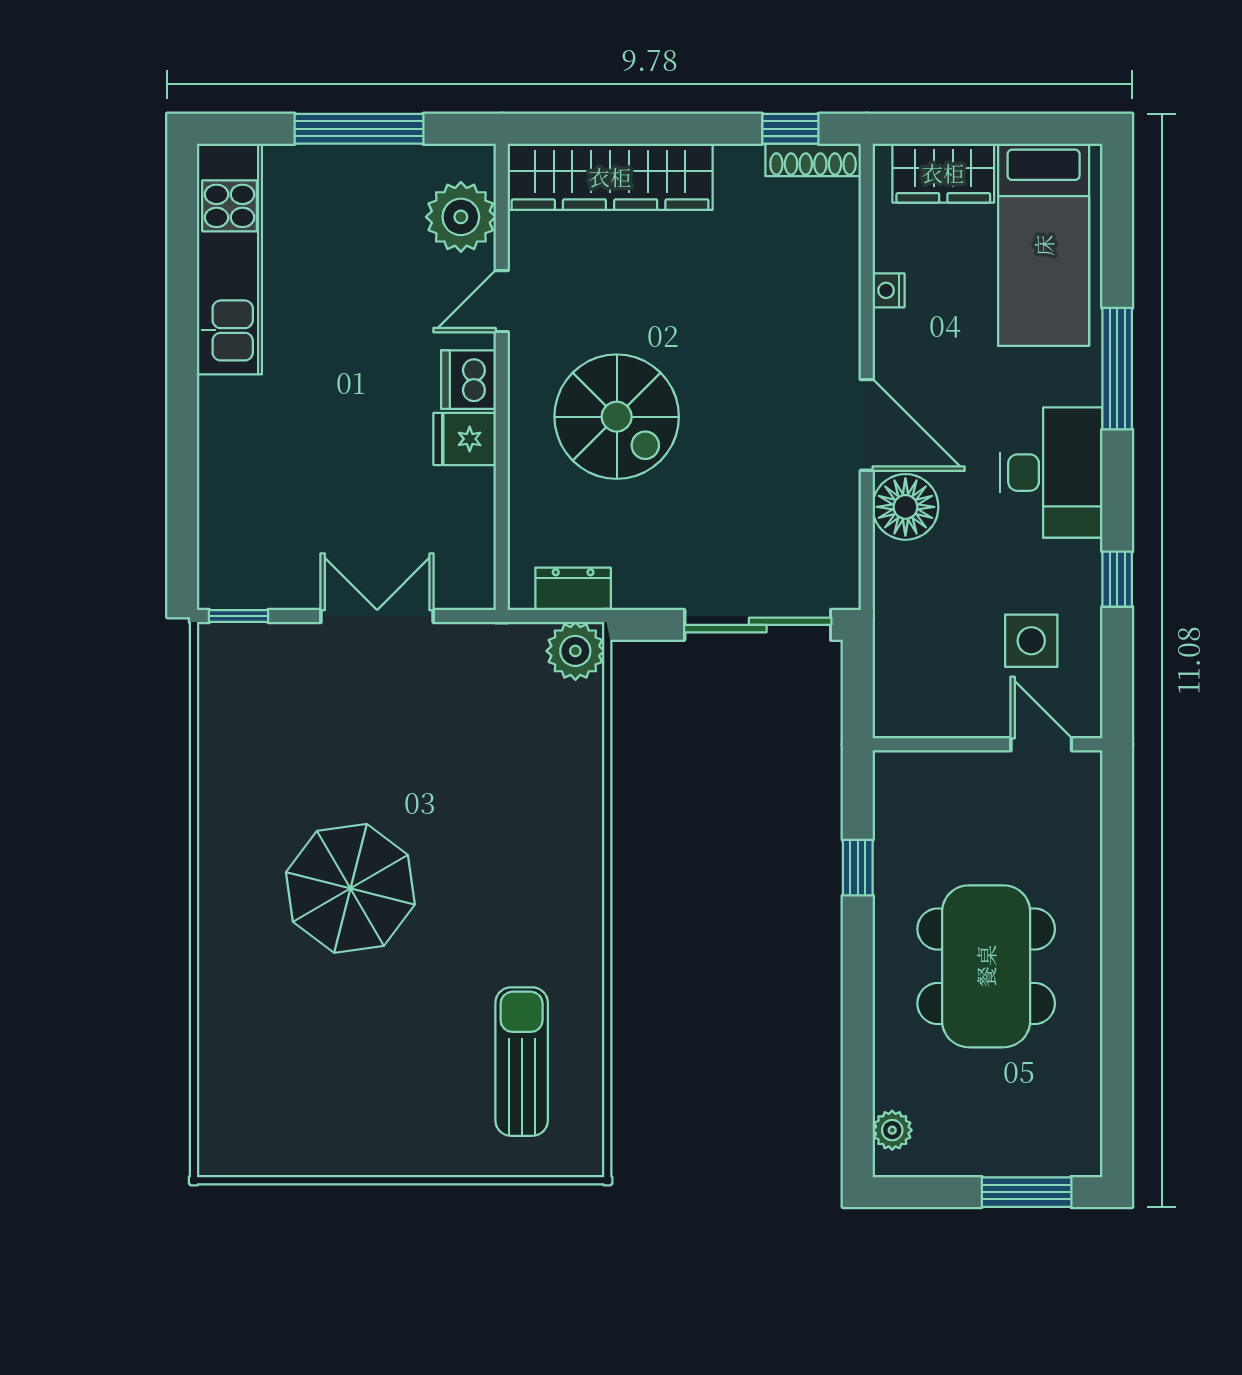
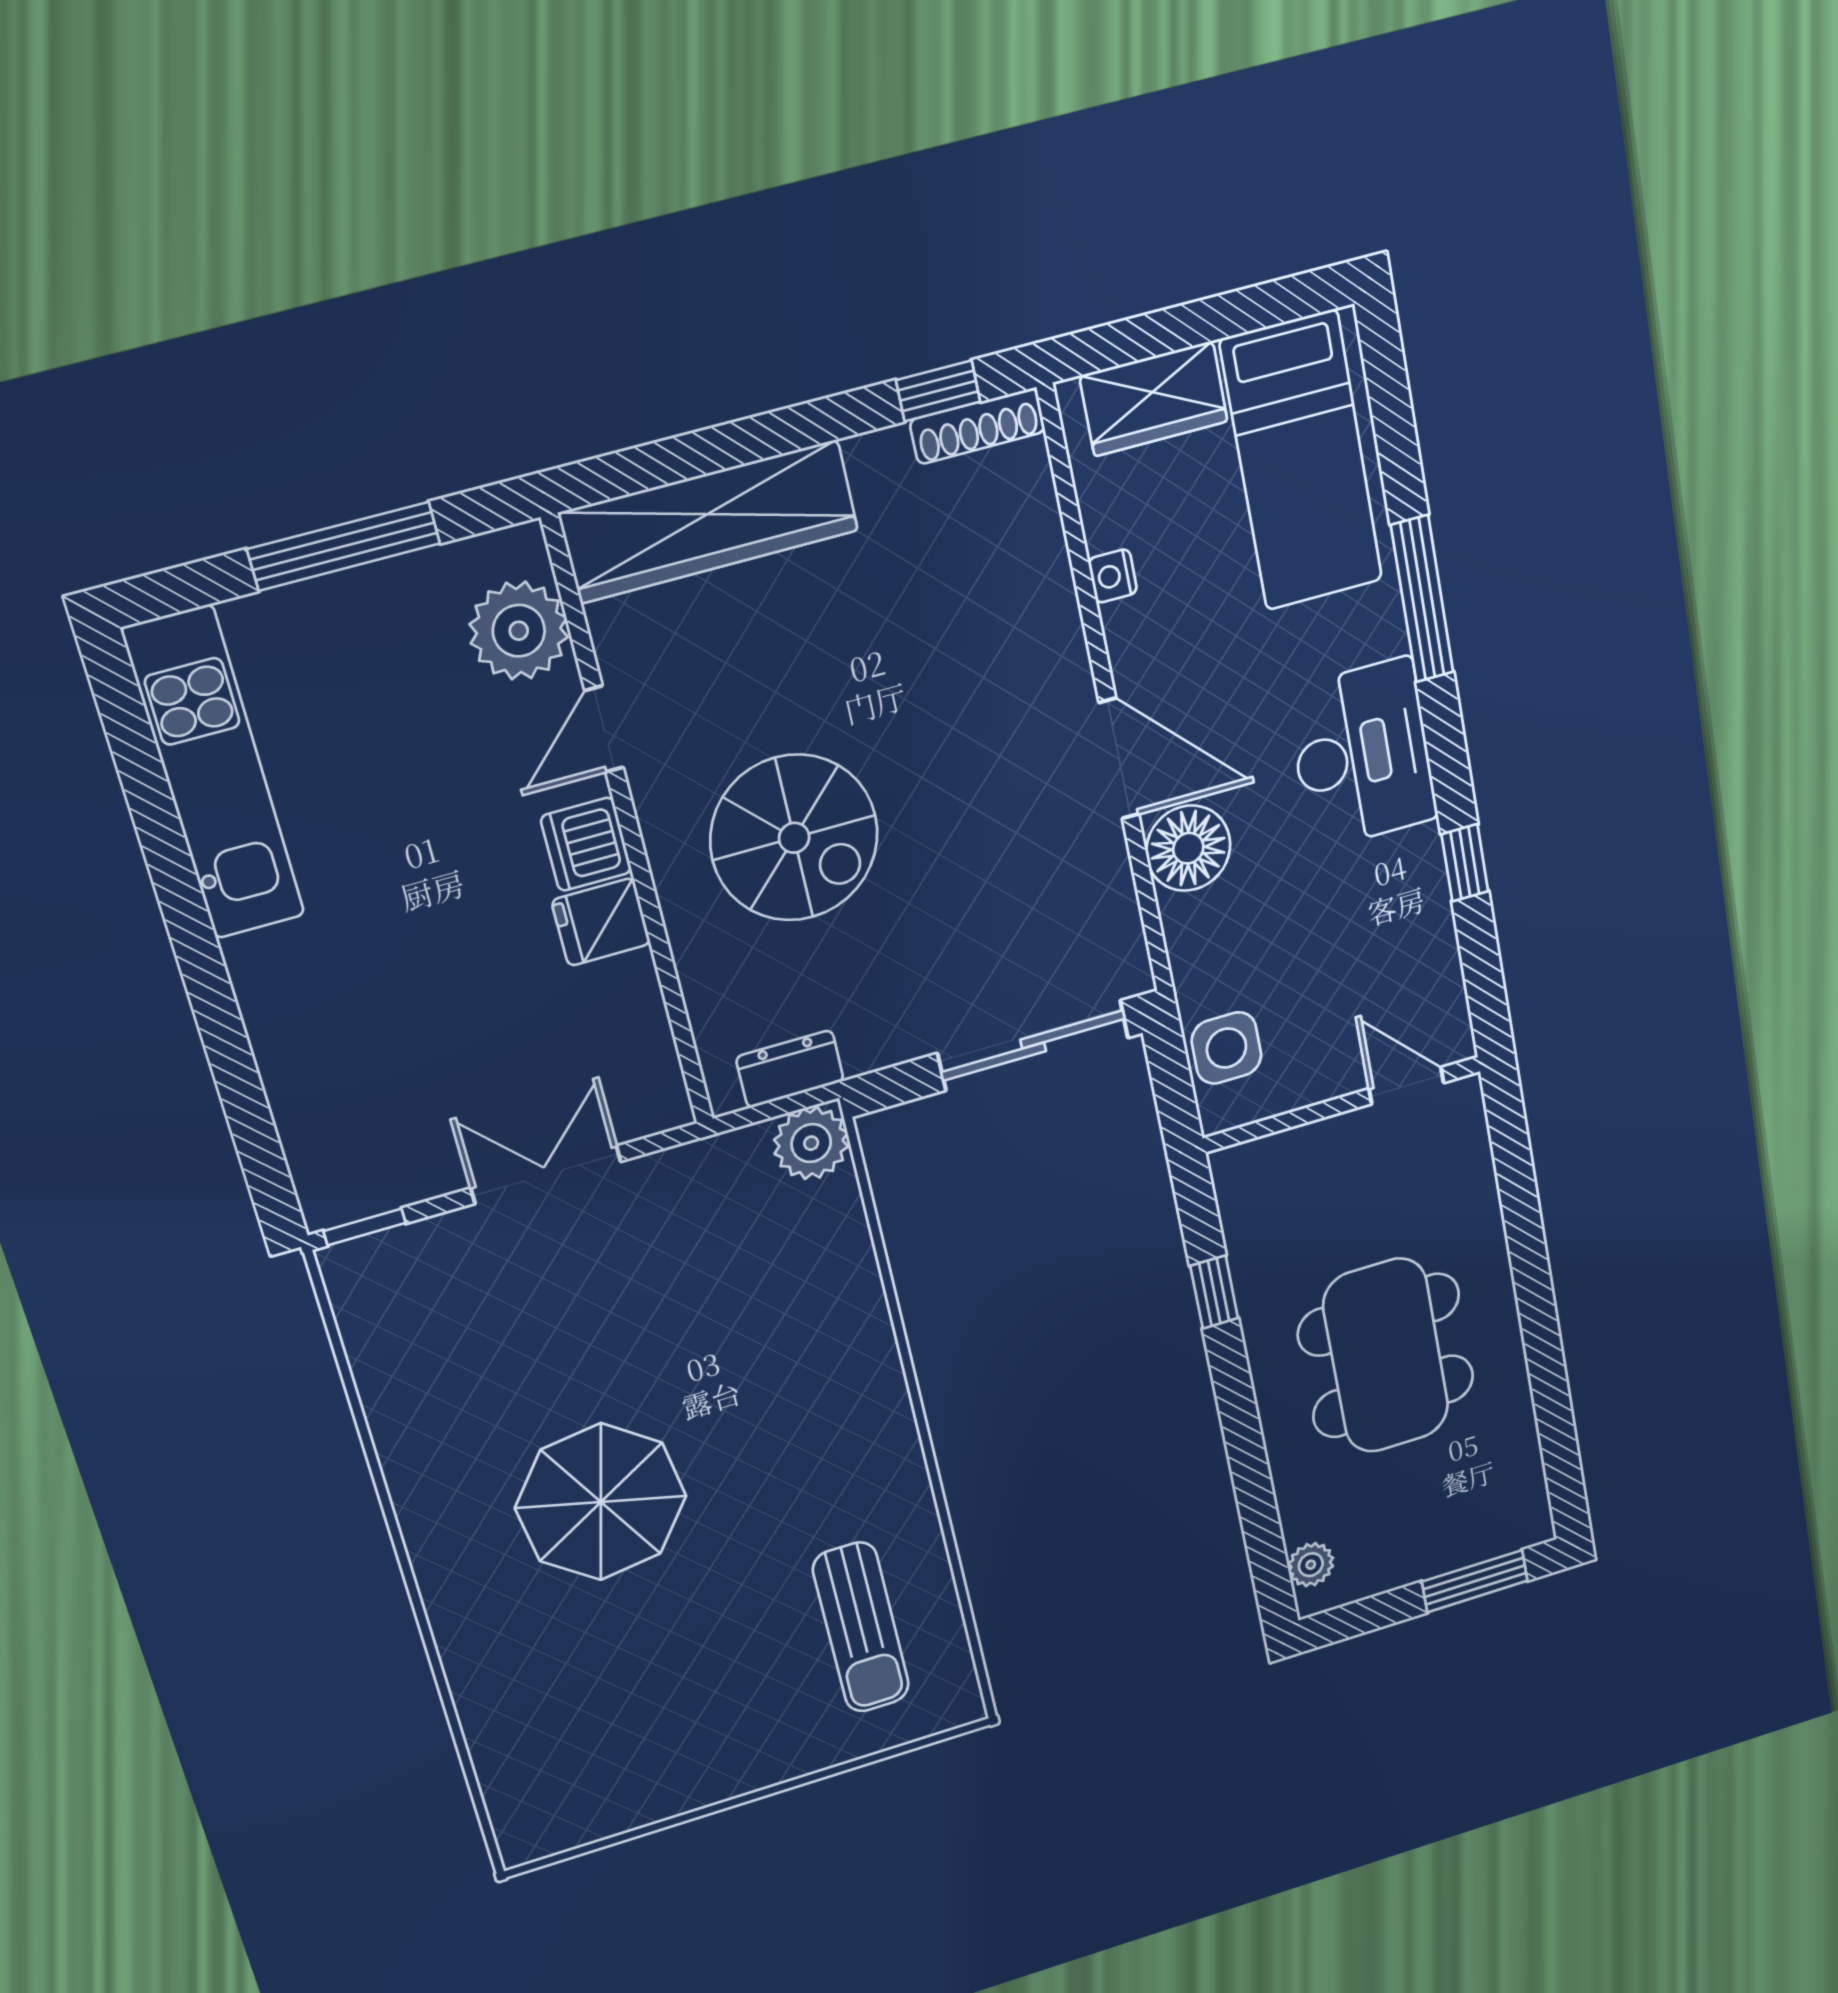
side table: (1031, 641) -> (1226, 1048), moved
sun lounger: (522, 1062) -> (861, 1627), turned 180

